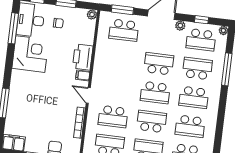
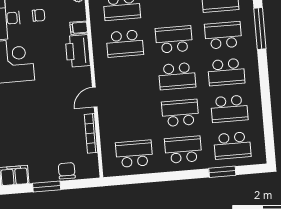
filing cabinet: (83, 75) -> (79, 28), moved
door: (88, 95) -> (95, 97), hinge flipped
school desk: (113, 117) -> (125, 44), moved

